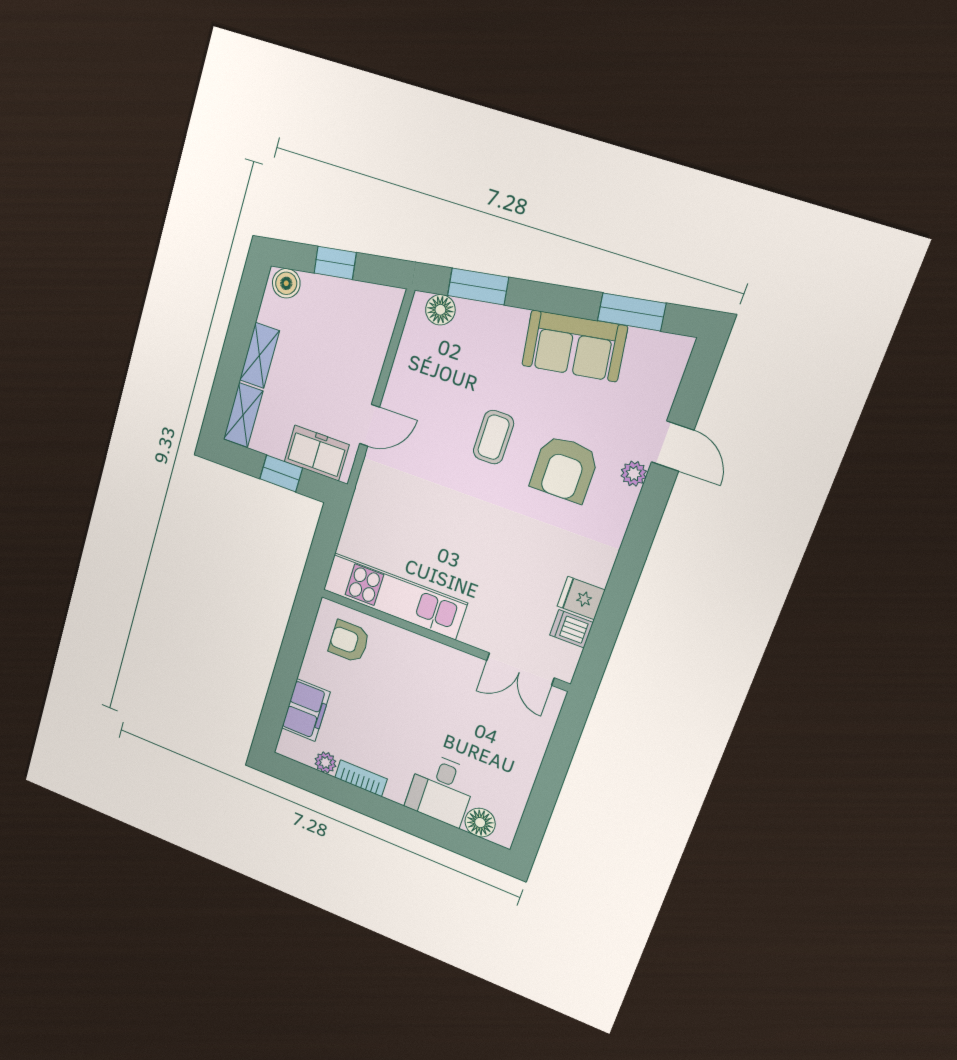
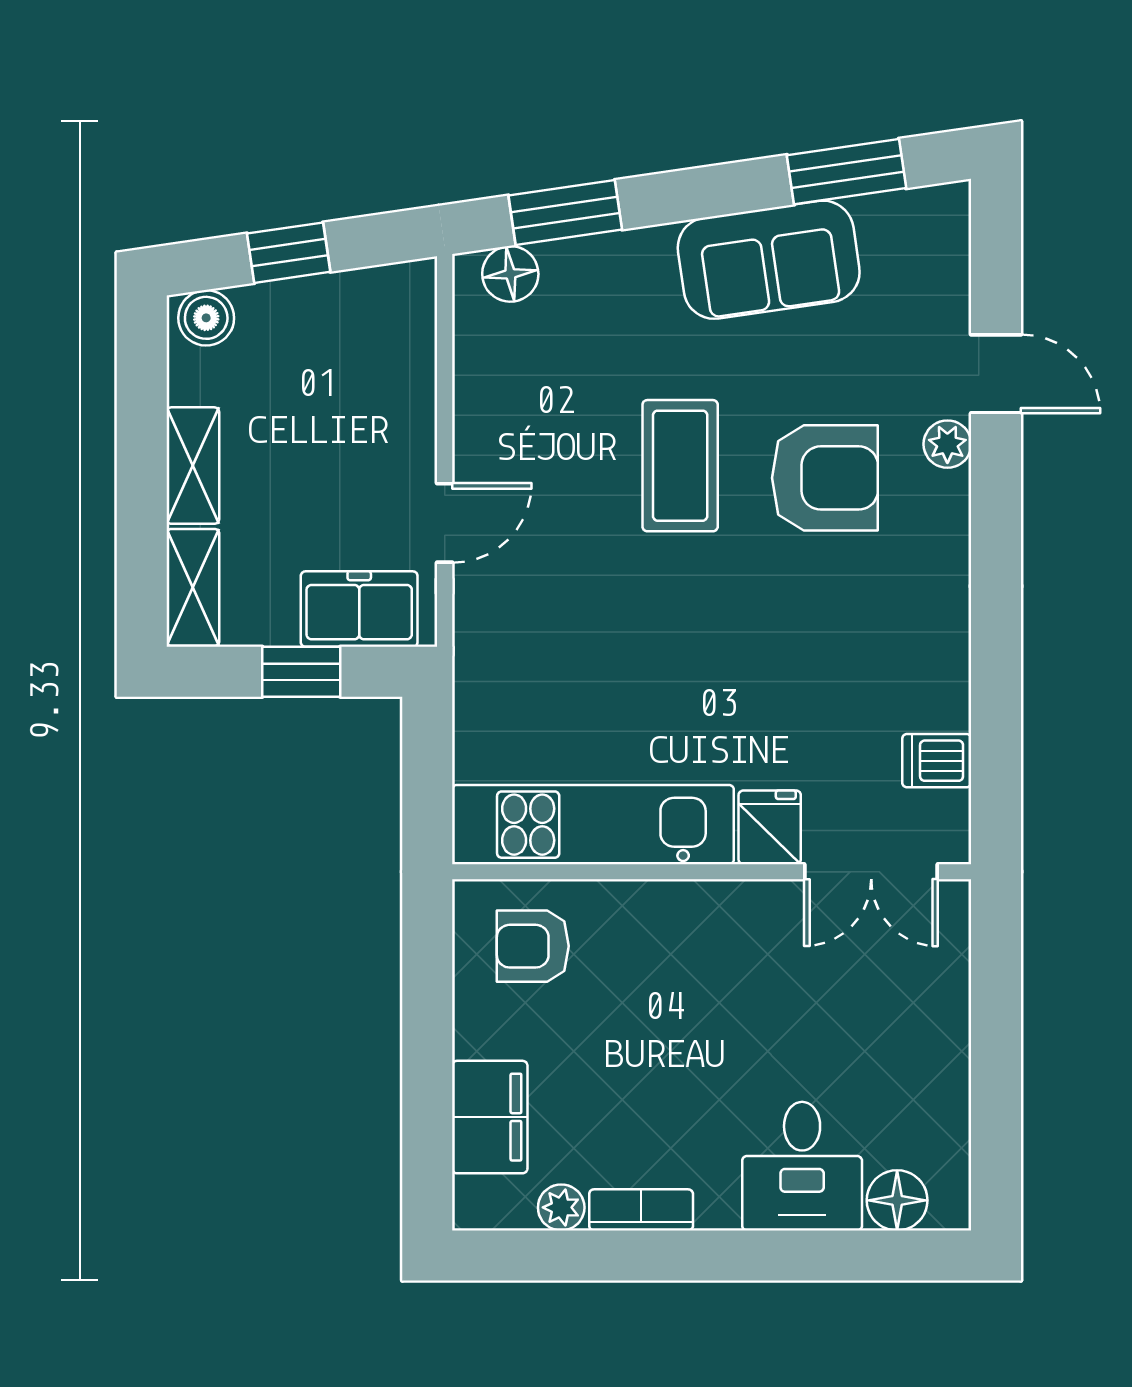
coffee table: (493, 437) -> (680, 466), width x1.36, depth x1.30
armchair: (564, 469) -> (825, 478), turned -90
fridge: (581, 598) -> (770, 827), moved, turned 90

